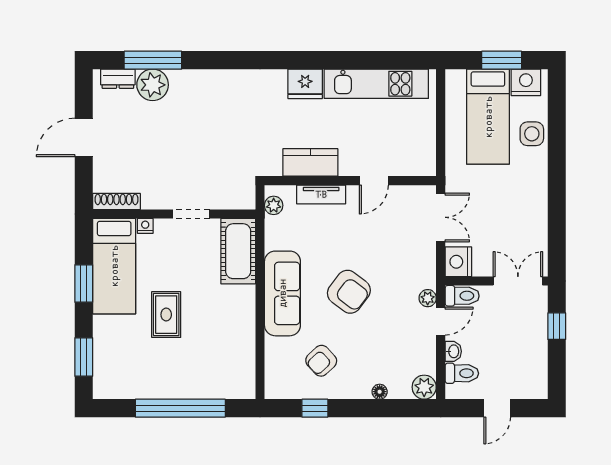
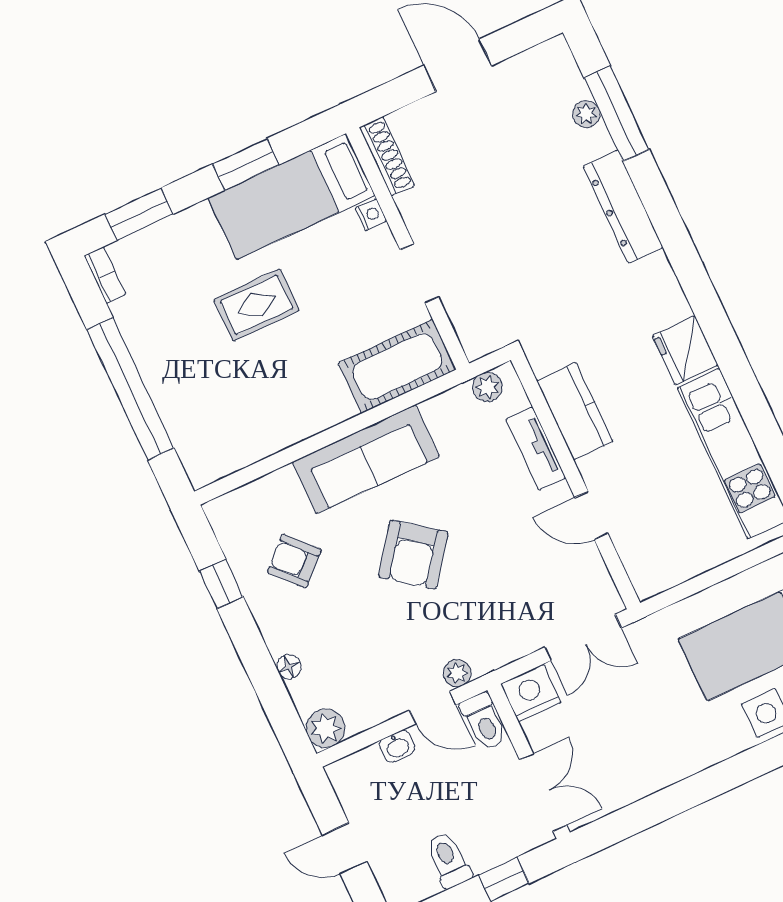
dresser: (118, 79) -> (623, 207), moved, width x1.96, depth x1.24
plant: (153, 85) -> (586, 114), width x0.53, depth x0.53
toilet: (462, 373) -> (448, 860), moved, turned 180
bookcase: (109, 393) -> (105, 275), added

